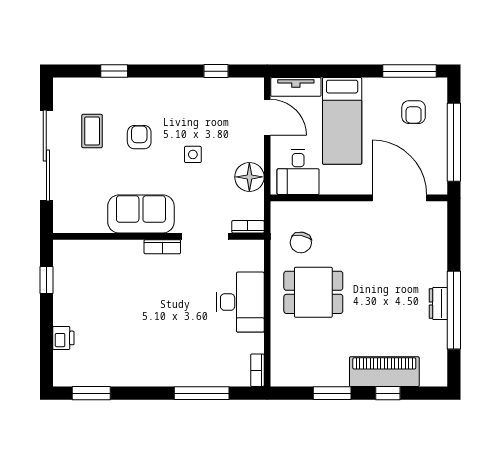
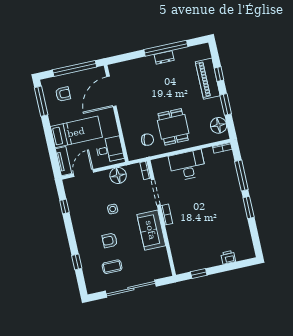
floor lamp: (298, 372) -> (219, 125), added
window: (91, 393) -> (249, 207), moved

